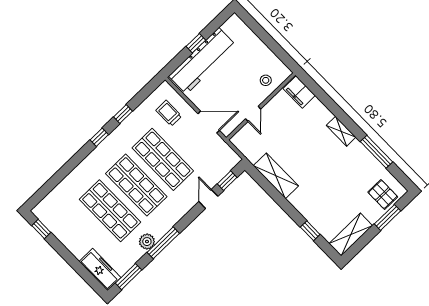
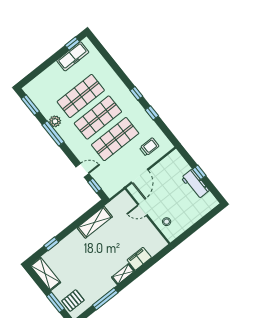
workbench: (202, 61) -> (195, 184), width x0.53, depth x0.76
filing cabinet: (299, 92) -> (139, 259), moved
freezer: (100, 269) -> (73, 56), moved

